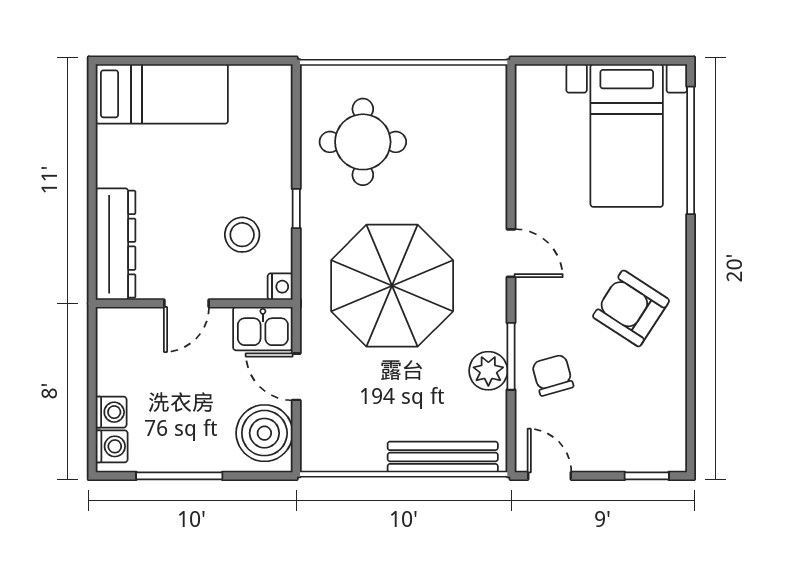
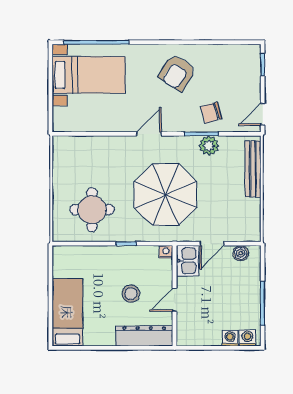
stool: (242, 235) -> (131, 294), moved
door: (186, 303) -> (174, 300), swing flipped
boiler: (264, 433) -> (241, 253), width x0.54, depth x0.54

